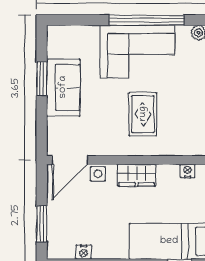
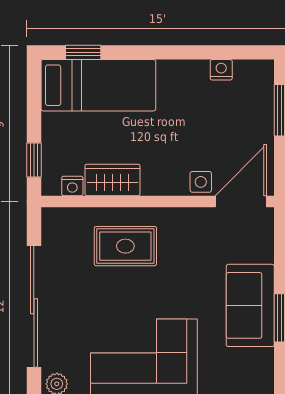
rug: (143, 114) -> (125, 246), moved, turned 90
wardrobe: (137, 175) -> (112, 180), moved

